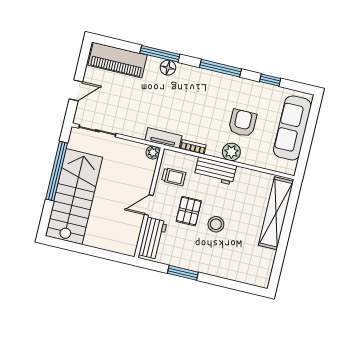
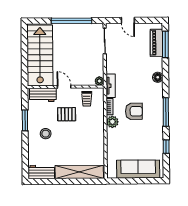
window: (160, 54) -> (165, 44), moved
piano: (117, 60) -> (157, 43), width x0.73, depth x0.75
armchair: (243, 123) -> (134, 111), moved
plant: (231, 152) -> (112, 122), moved
workbench: (215, 171) -> (41, 172), moved, turned 90
stairs: (74, 196) -> (40, 55), moved, turned -90
stool: (216, 224) -> (46, 134), moved

